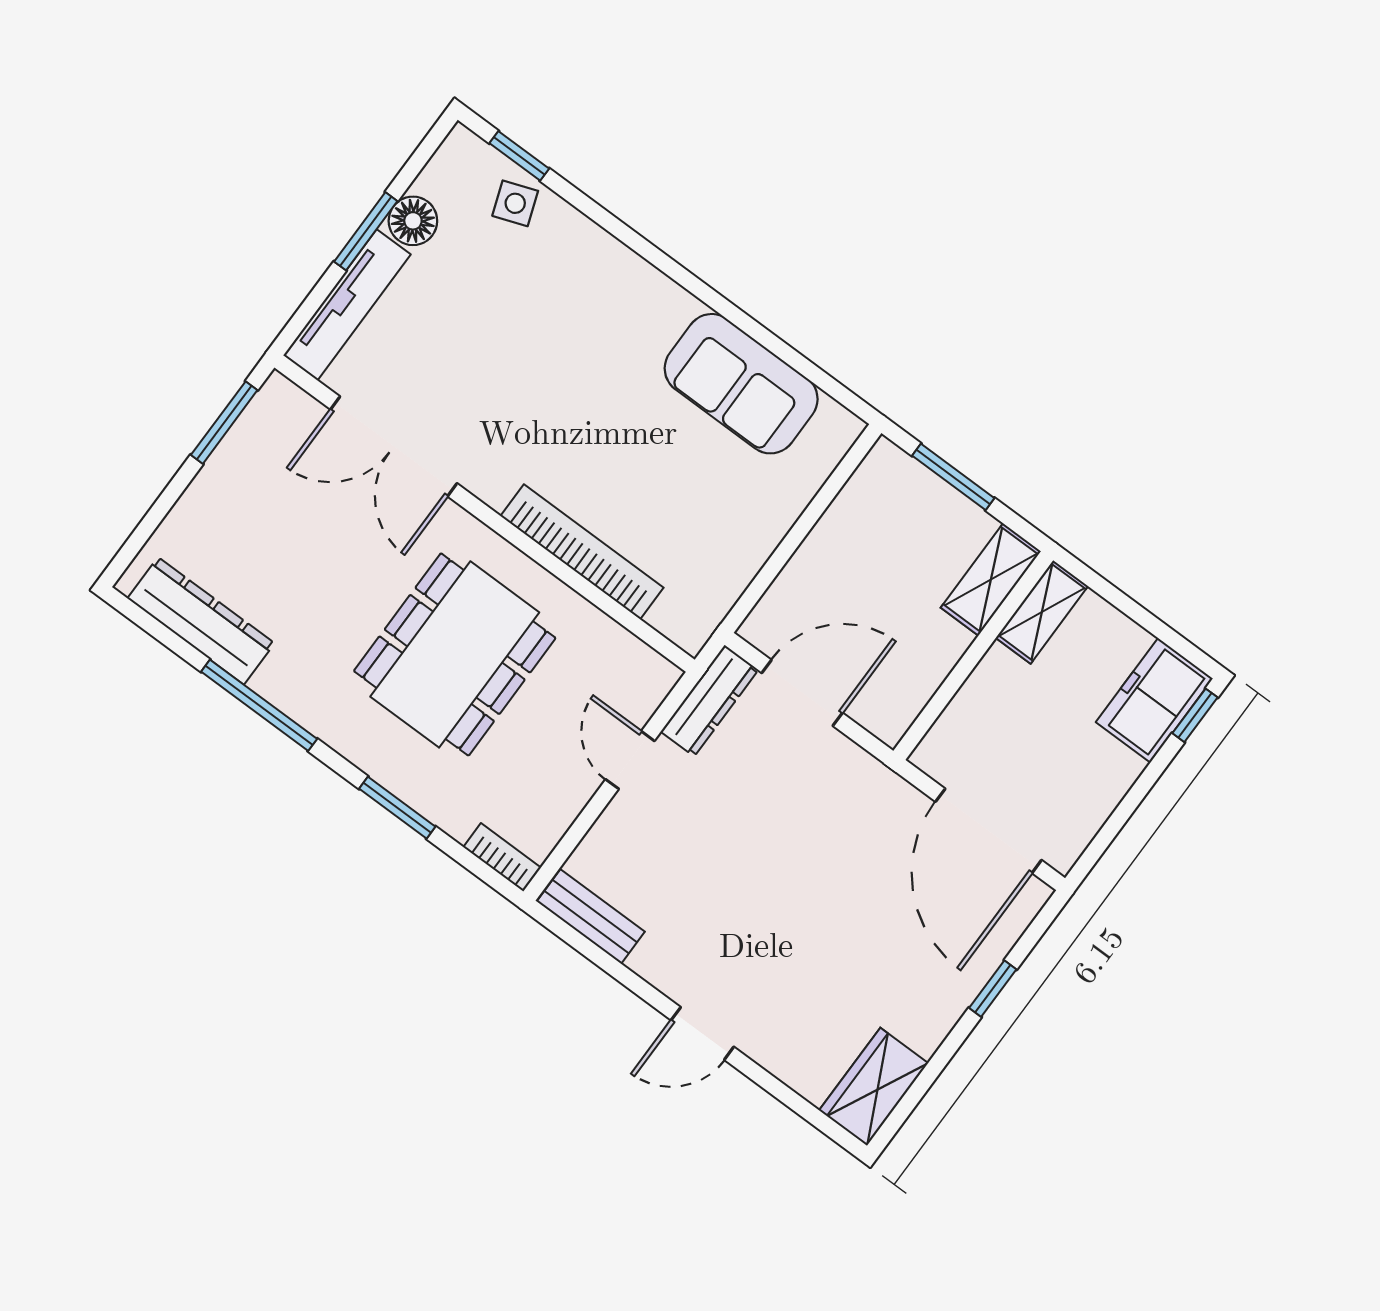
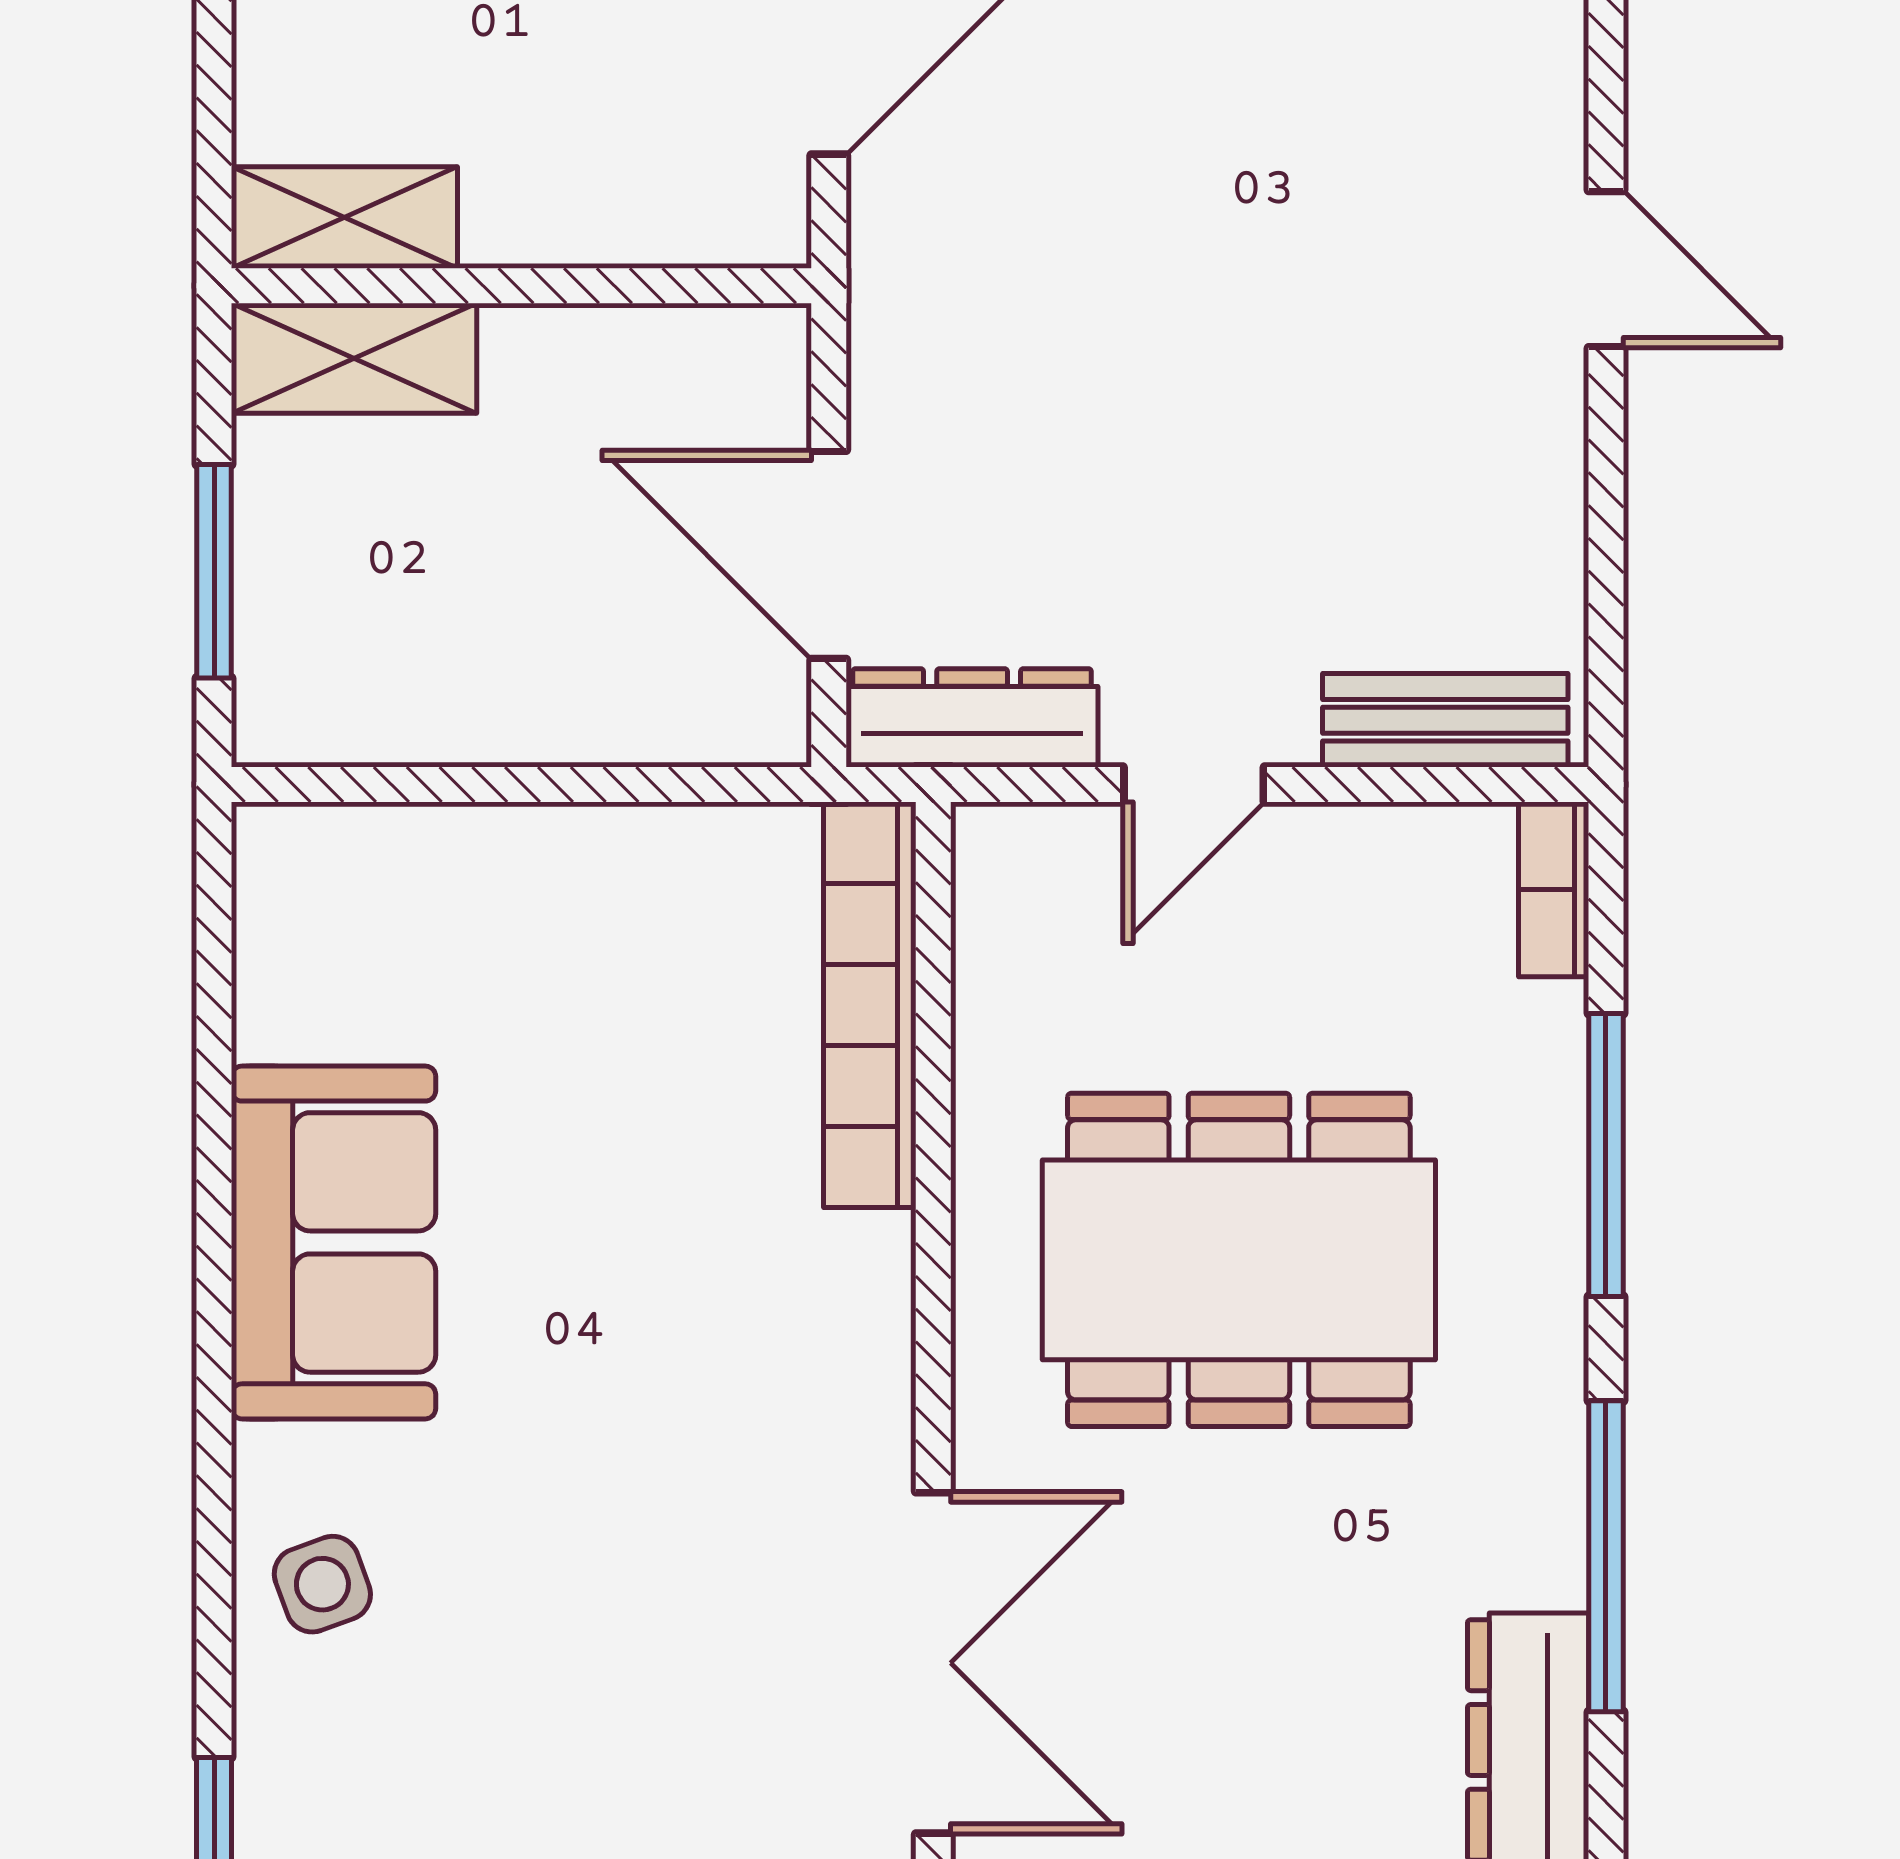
side table: (515, 203) -> (322, 1584), moved
sofa: (741, 384) -> (334, 1242), moved
bookcase: (582, 552) -> (870, 1005), moved
window: (397, 808) -> (1606, 1155), width x1.44
bench: (591, 917) -> (1445, 720), moved, turned 90

